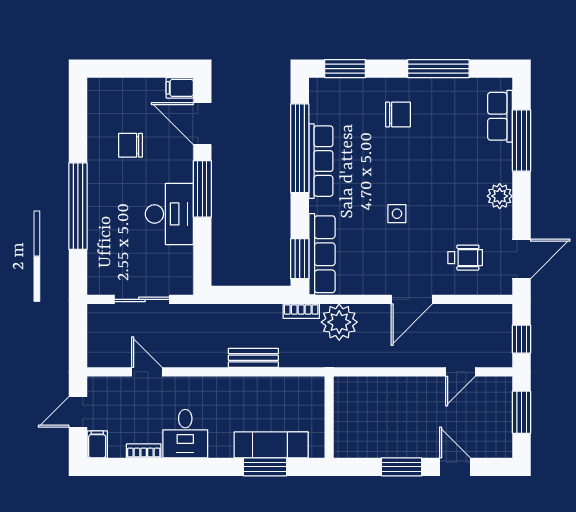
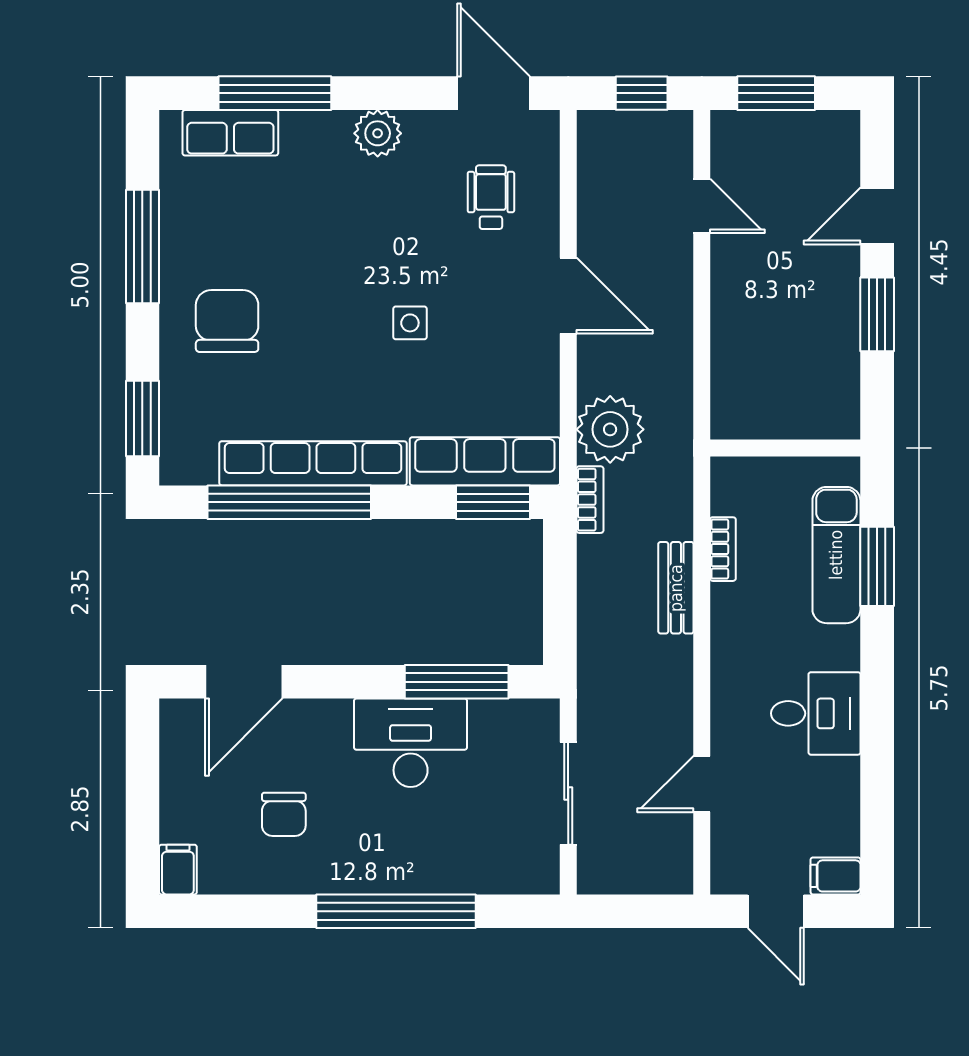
filing cabinet: (180, 88) -> (178, 870), moved, turned 180
chair: (398, 115) -> (227, 321), width x1.37, depth x1.37
row of seats: (321, 161) -> (313, 463), width x1.36
window: (202, 189) -> (457, 682), moved
bookcase: (144, 451) -> (723, 549), moved, turned 180

